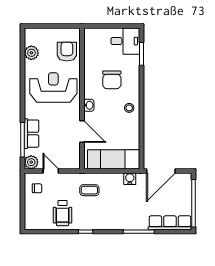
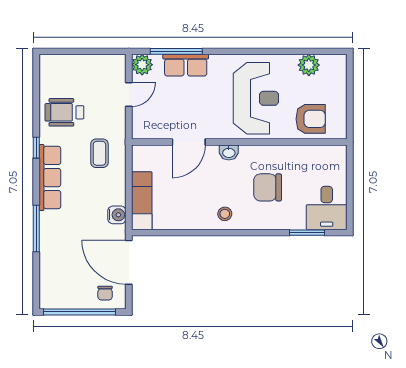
exam couch: (114, 159) -> (142, 201), width x0.73, depth x0.69
chair: (37, 188) -> (105, 293), moved
row of seats: (170, 223) -> (50, 178), moved

